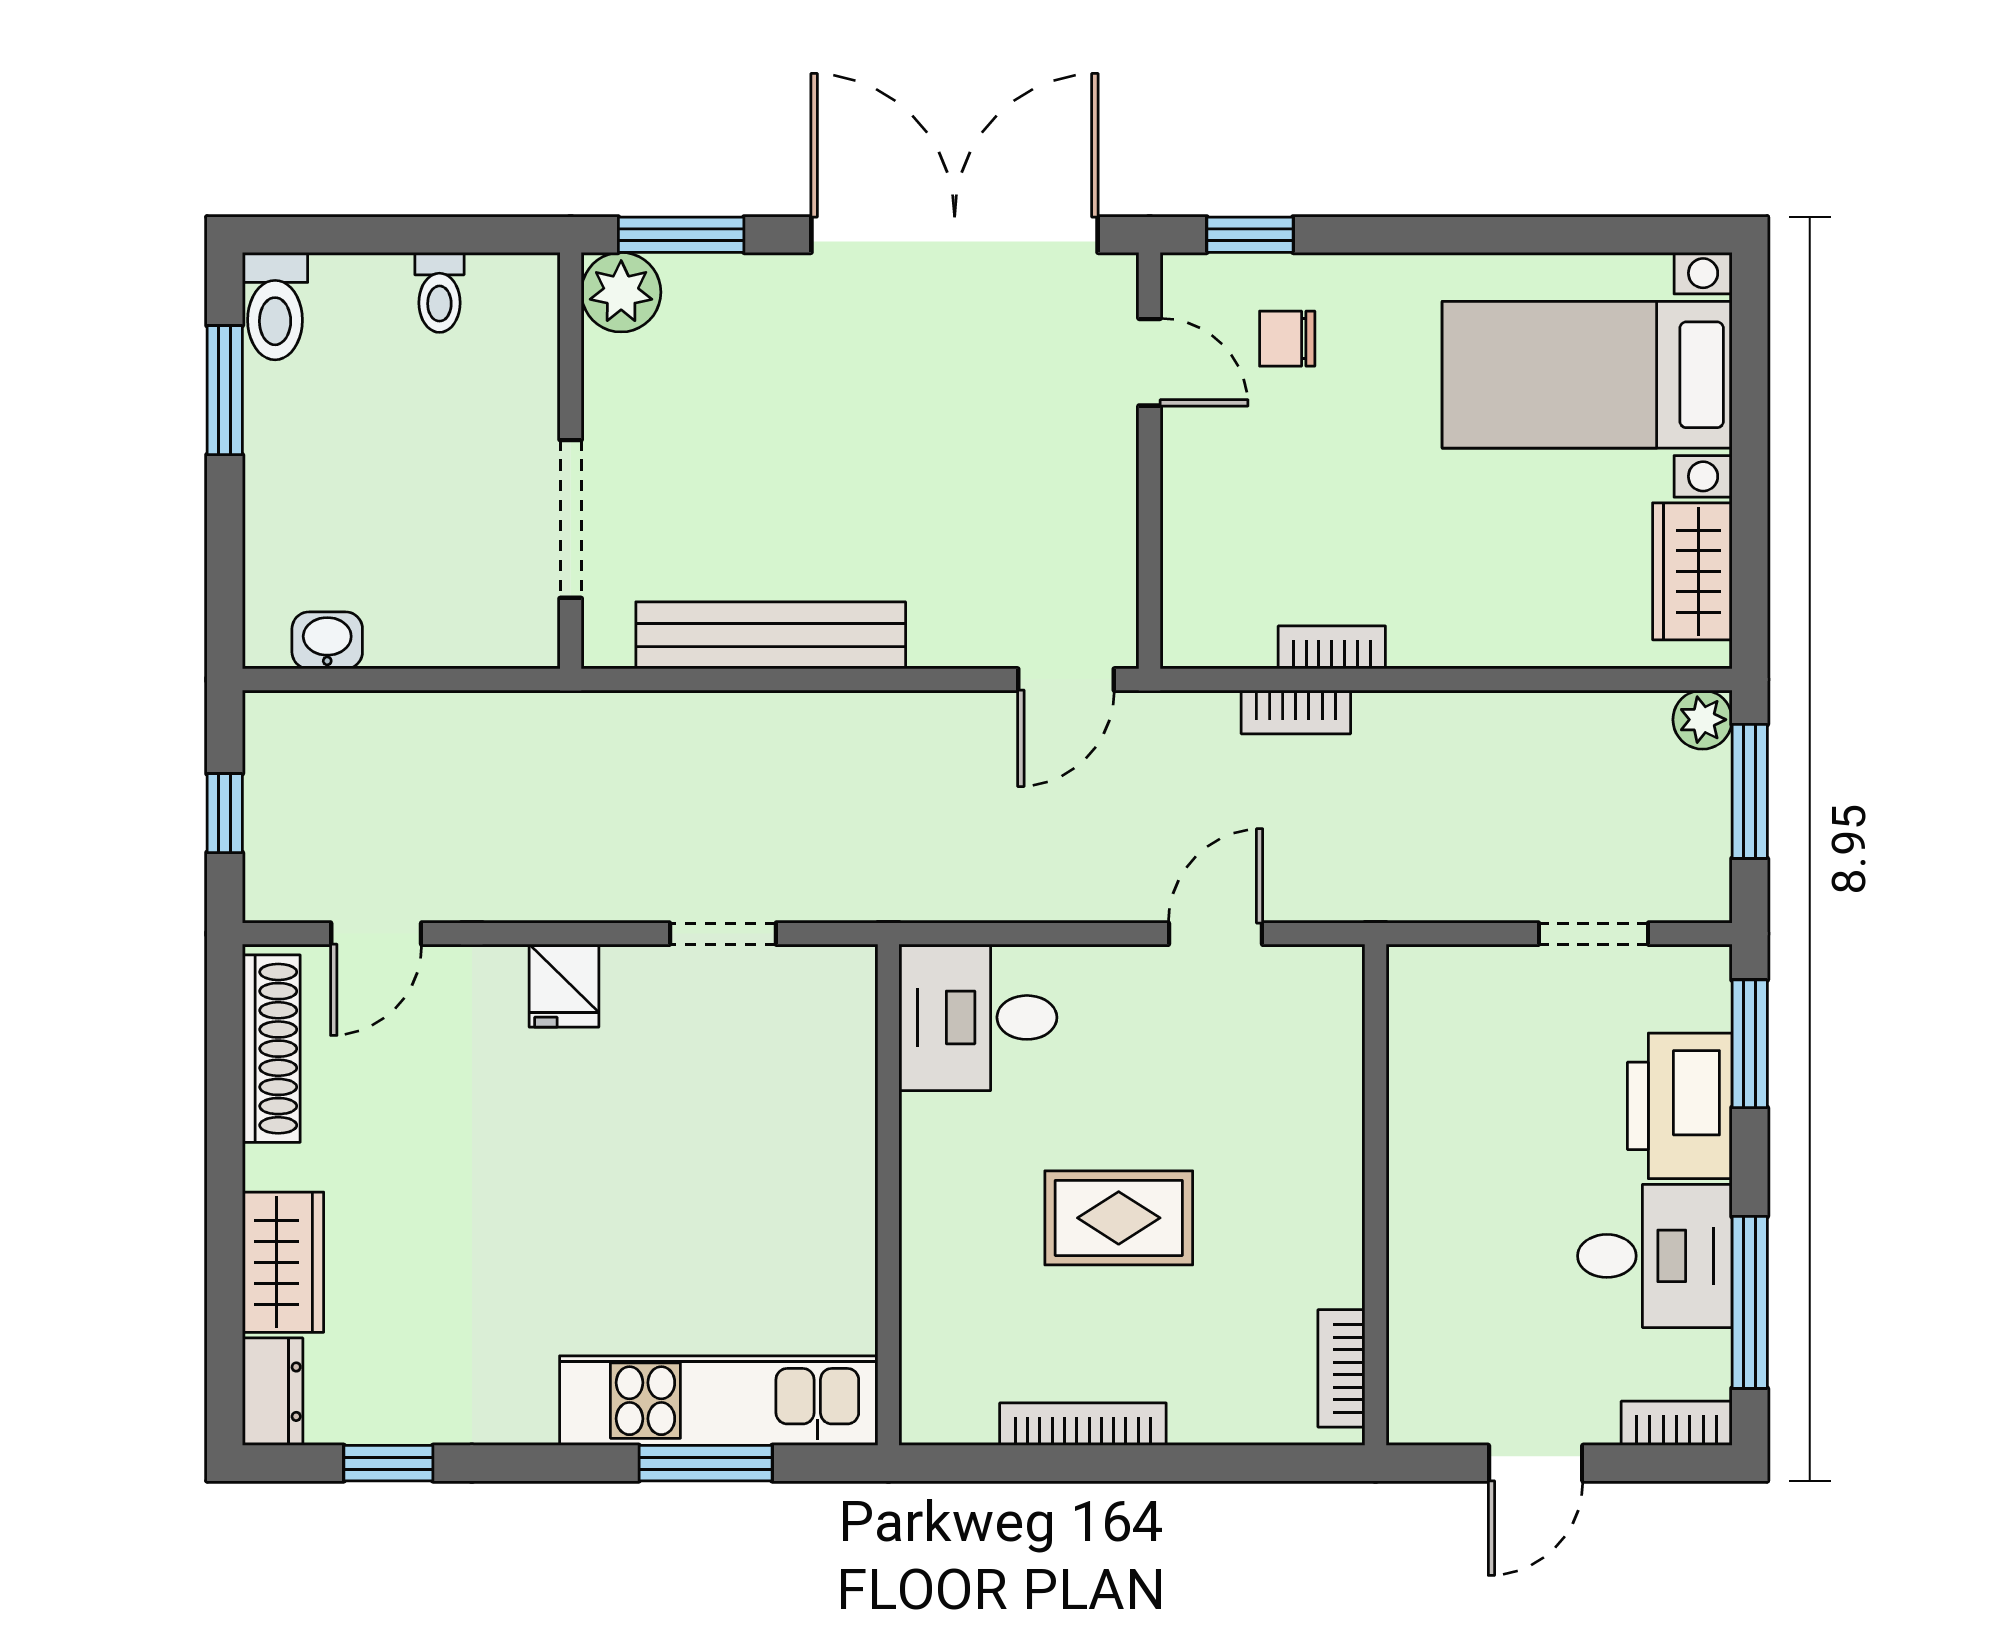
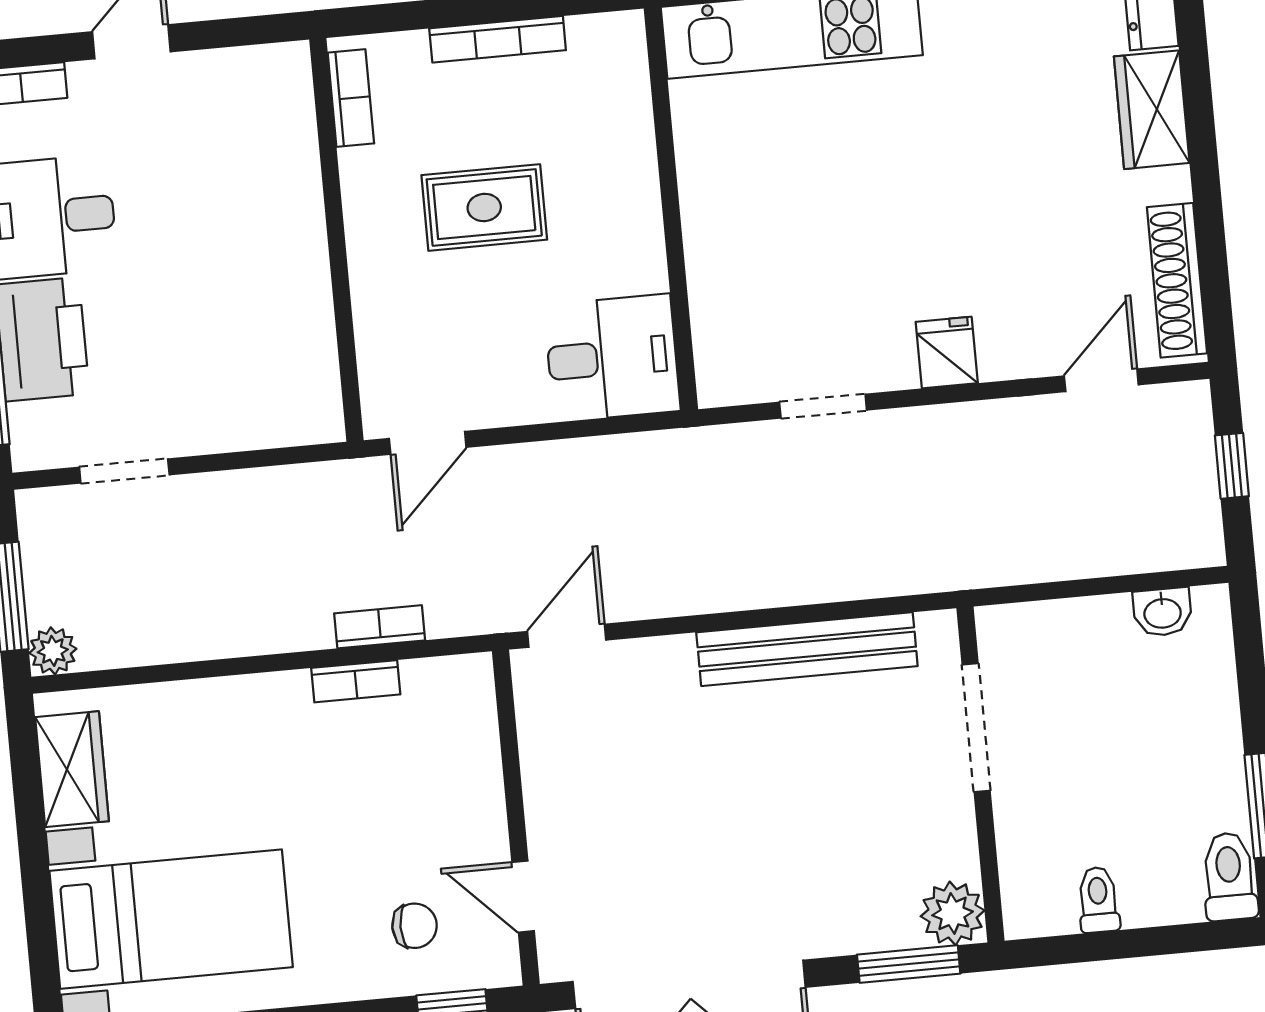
wall: (1375, 1195) -> (337, 240), moved
bookcase: (1341, 1368) -> (351, 98), moved

